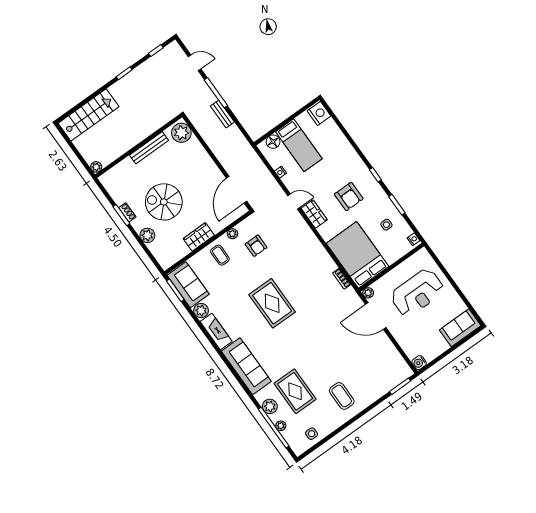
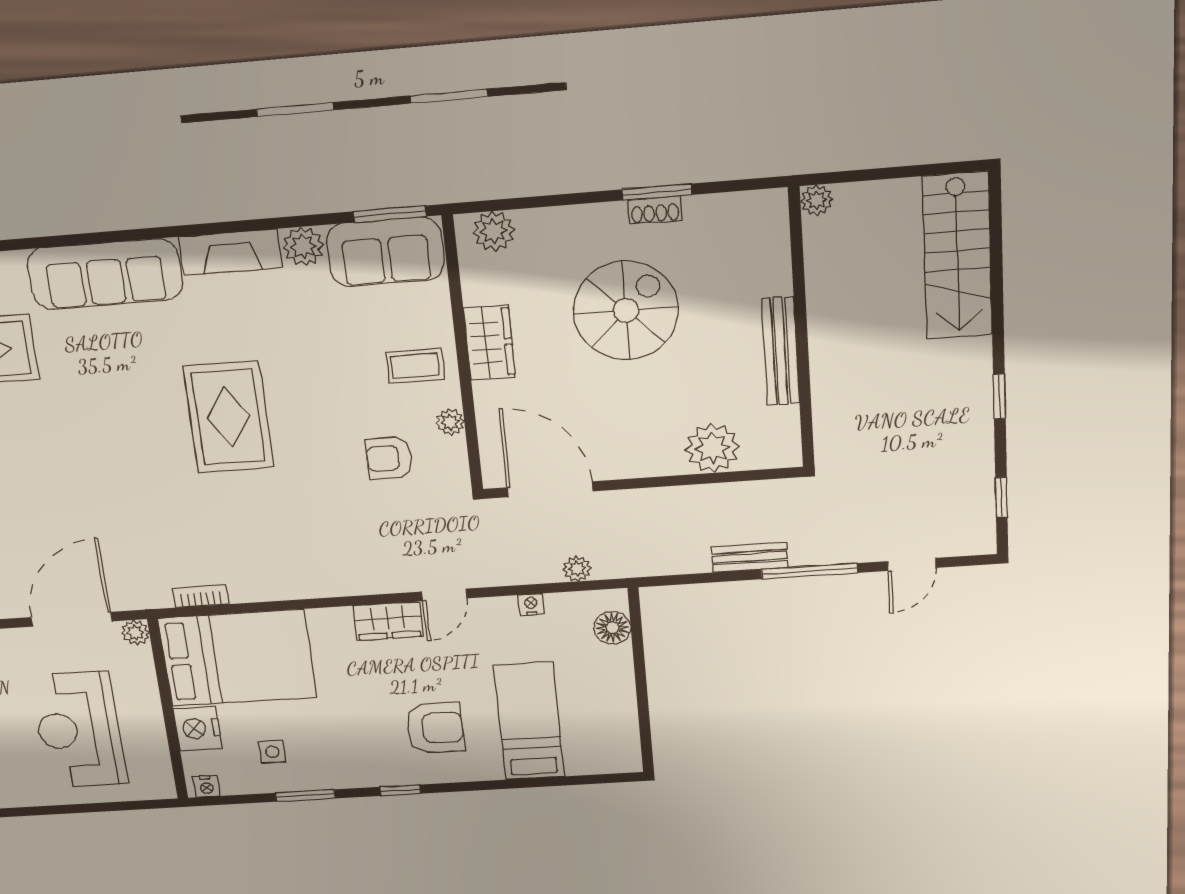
nightstand: (319, 113) -> (198, 728), moved, turned 90
plant: (181, 133) -> (712, 448), moved
bed: (299, 145) -> (529, 721), moved, turned 90
plant: (259, 165) -> (577, 569), added
armchair: (349, 197) -> (435, 728), moved, turned 180
plant: (147, 235) -> (494, 231), moved
rug: (272, 303) -> (228, 417), turned 90

